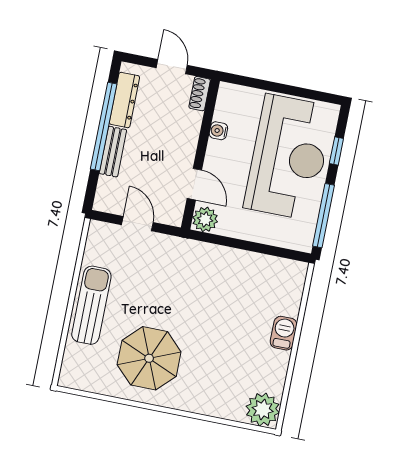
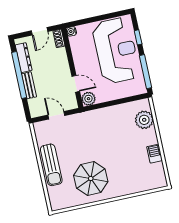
door: (172, 67) -> (40, 31), swing flipped
water cooler: (218, 131) -> (71, 31), moved
sun lounger: (91, 305) -> (51, 165), turned 180
barbecue: (284, 333) -> (155, 154), moved
plant: (263, 410) -> (144, 120), moved

